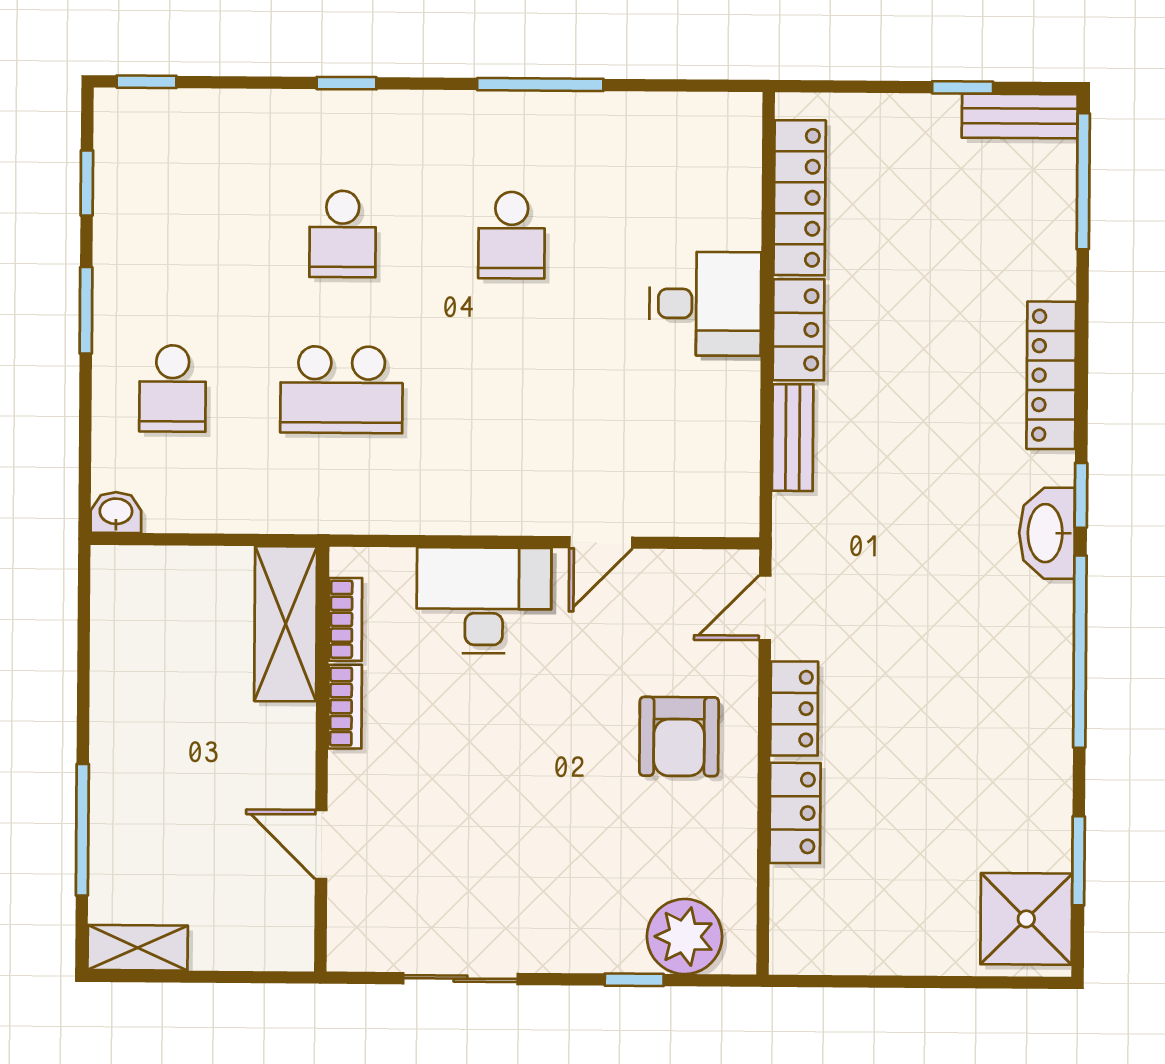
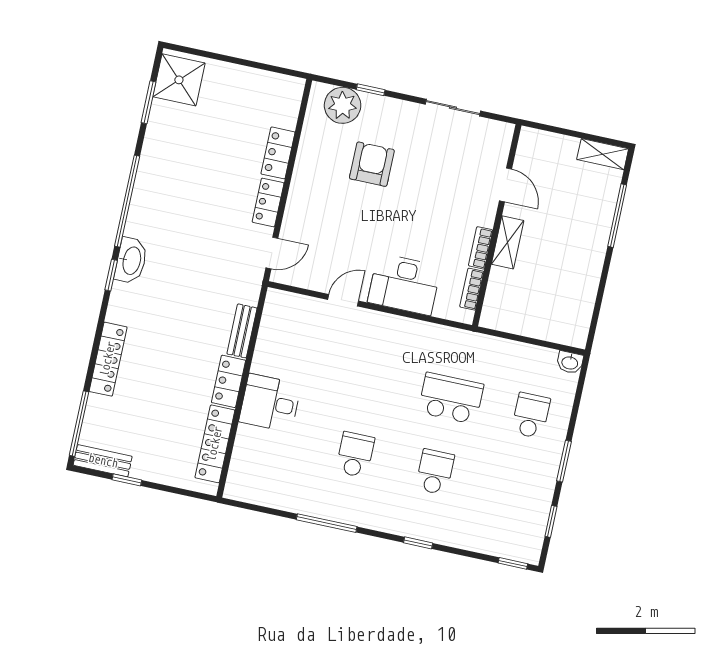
locker: (1051, 375) -> (108, 359), moved
shelving: (286, 624) -> (508, 242), moved, width x0.67, depth x0.75
armchair: (679, 736) -> (372, 164), moved

